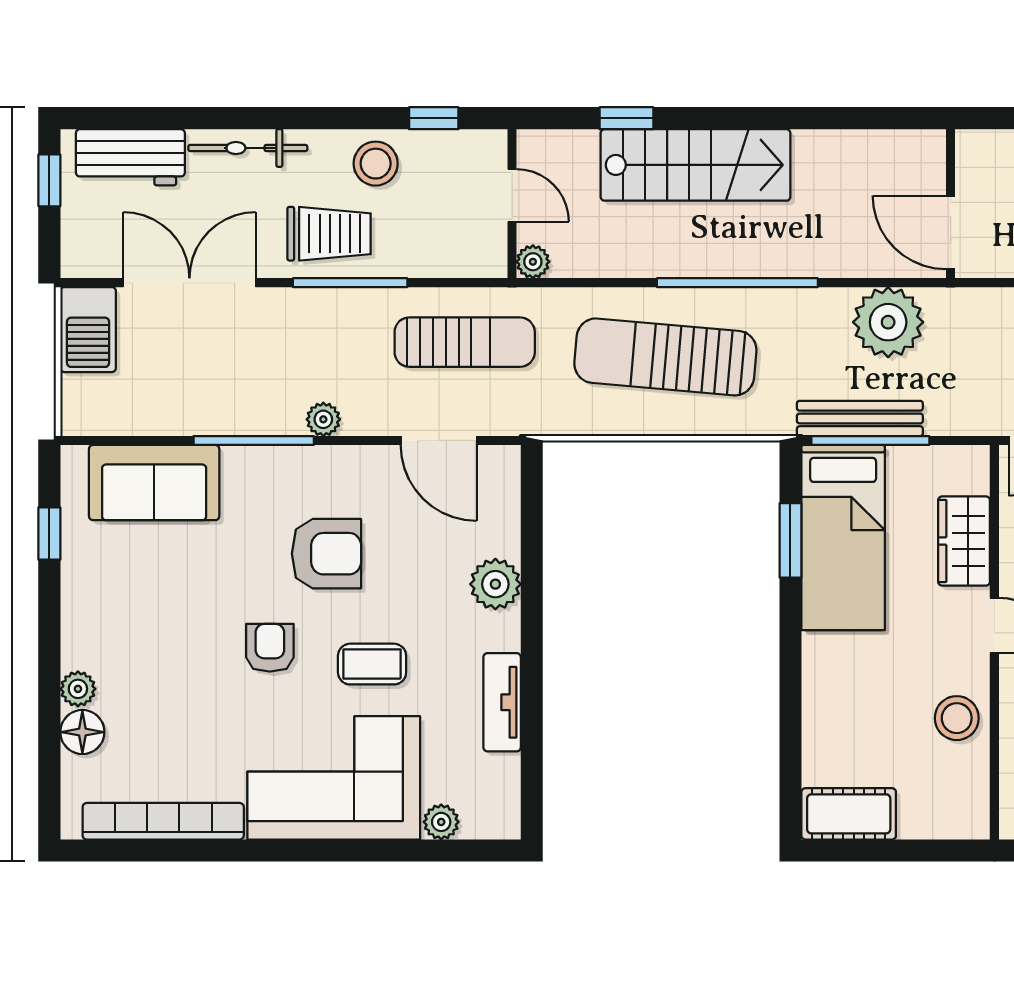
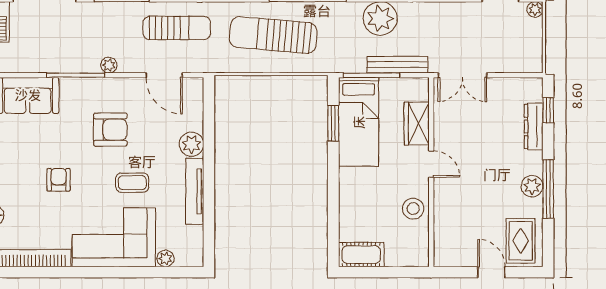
bench: (860, 418) -> (397, 65), moved
armchair: (270, 648) -> (59, 180), moved
tv unit: (502, 702) -> (195, 191), width x1.41

